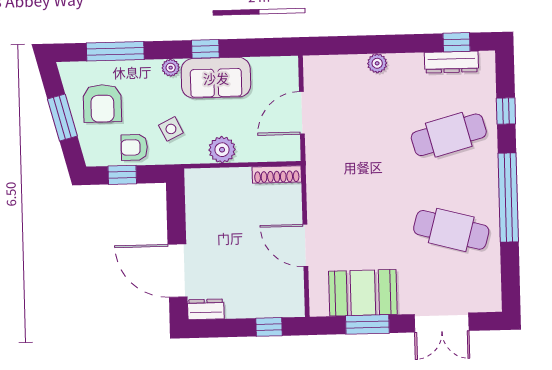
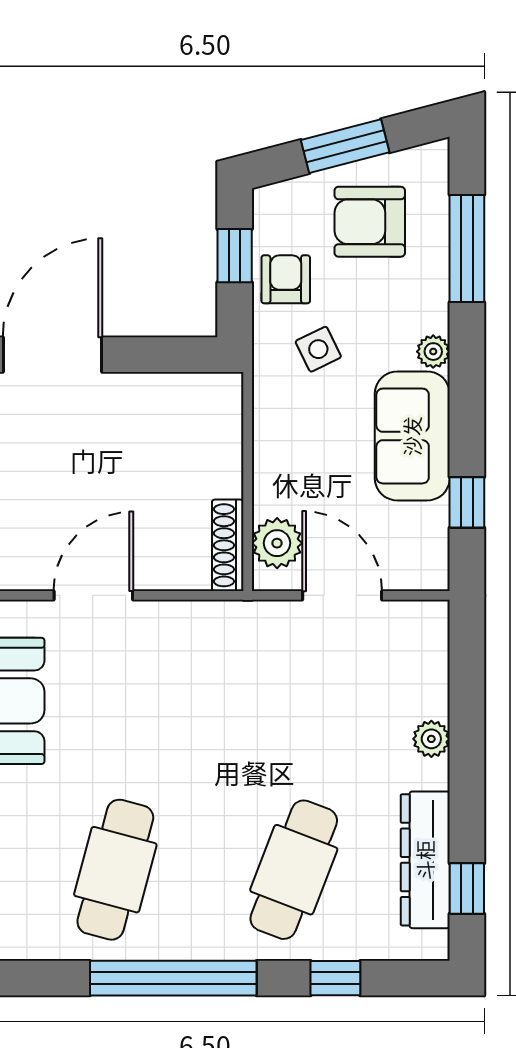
window: (205, 49) -> (467, 502), moved
dresser: (451, 62) -> (425, 860), width x1.37, depth x1.24
cafe table: (449, 135) -> (294, 870), turned 36
plant: (222, 150) -> (277, 543), moved

